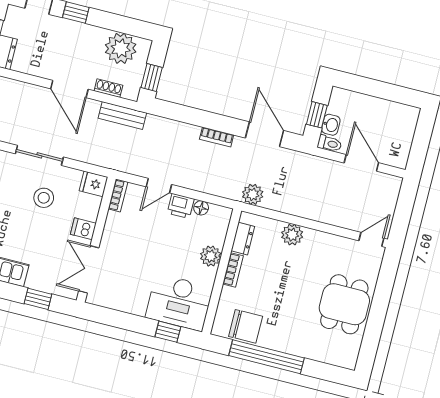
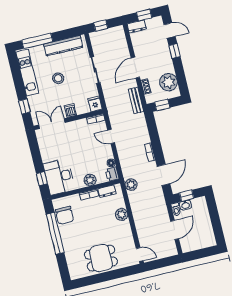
stool: (44, 198) -> (58, 78), moved
printer: (181, 206) -> (112, 174), moved

